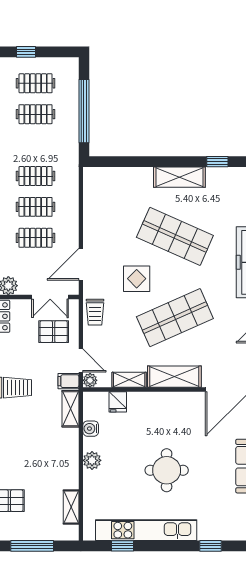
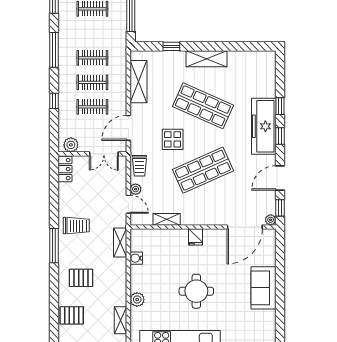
window: (217, 162) -> (171, 46), moved
pallet: (54, 332) -> (81, 278), moved
shelving: (174, 377) -> (138, 82), moved, turned 90
plant: (90, 380) -> (136, 189), moved
filing cabinet: (68, 381) -> (118, 220), removed
fridge: (118, 402) -> (195, 237), moved
plant: (92, 460) -> (137, 300), moved

